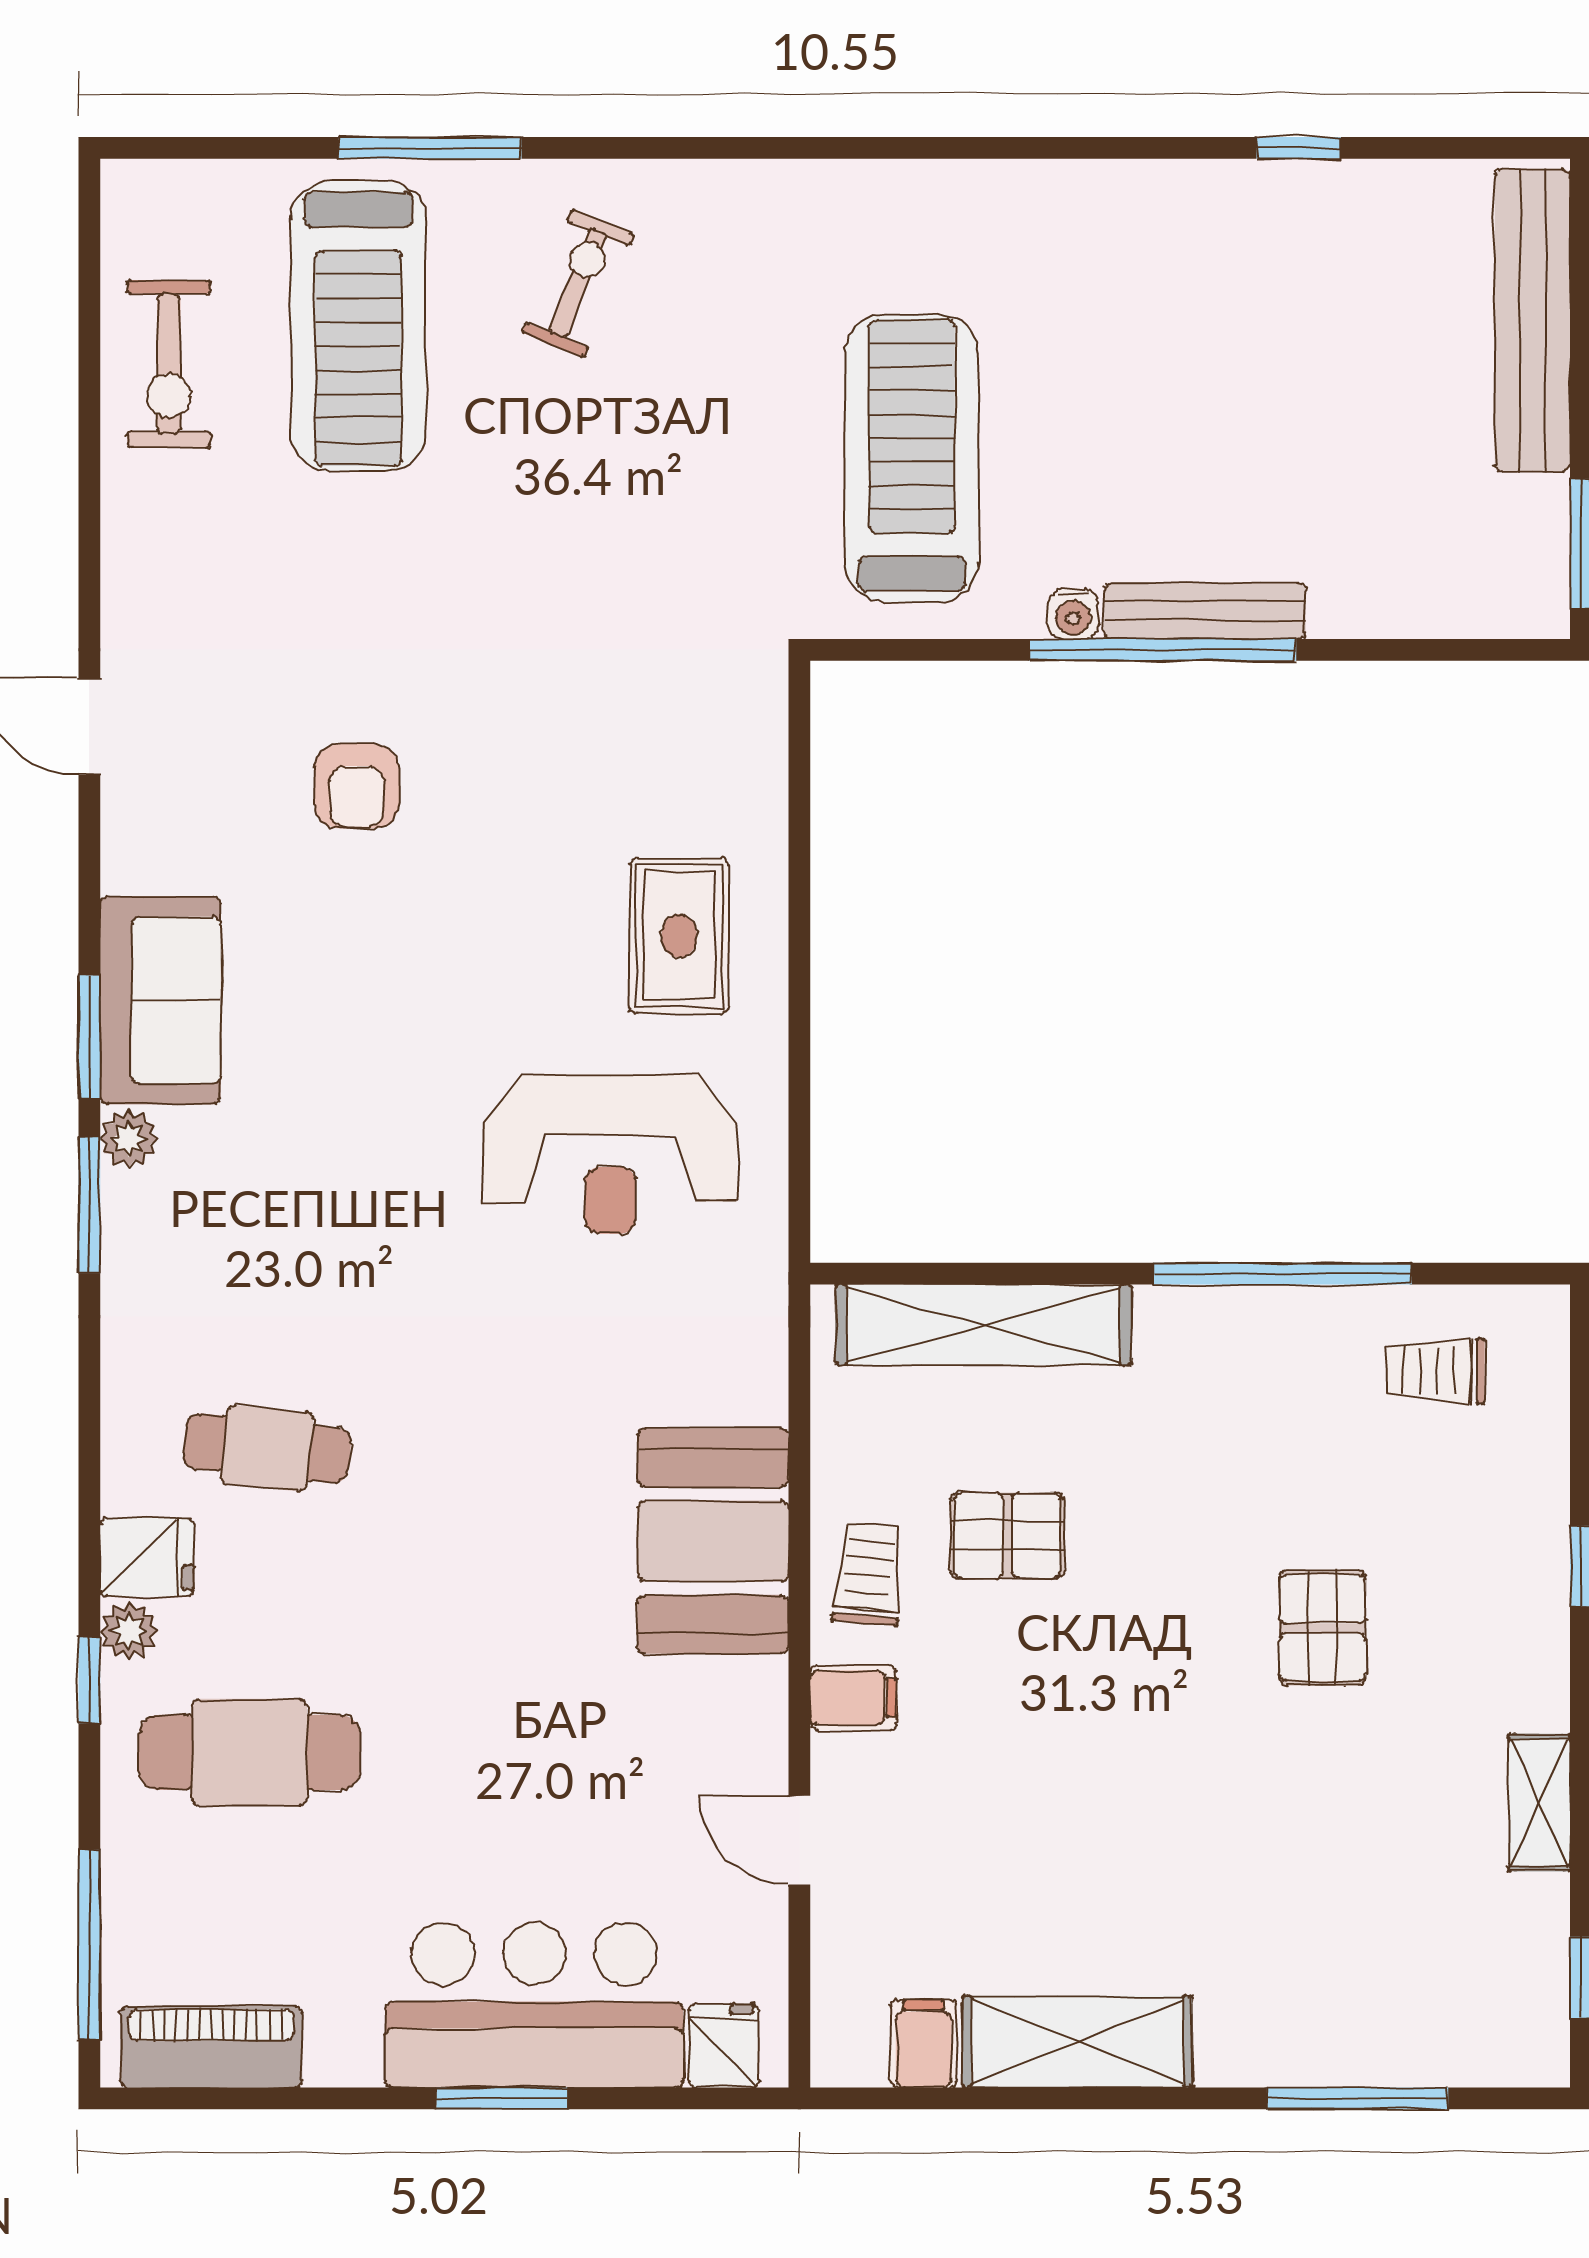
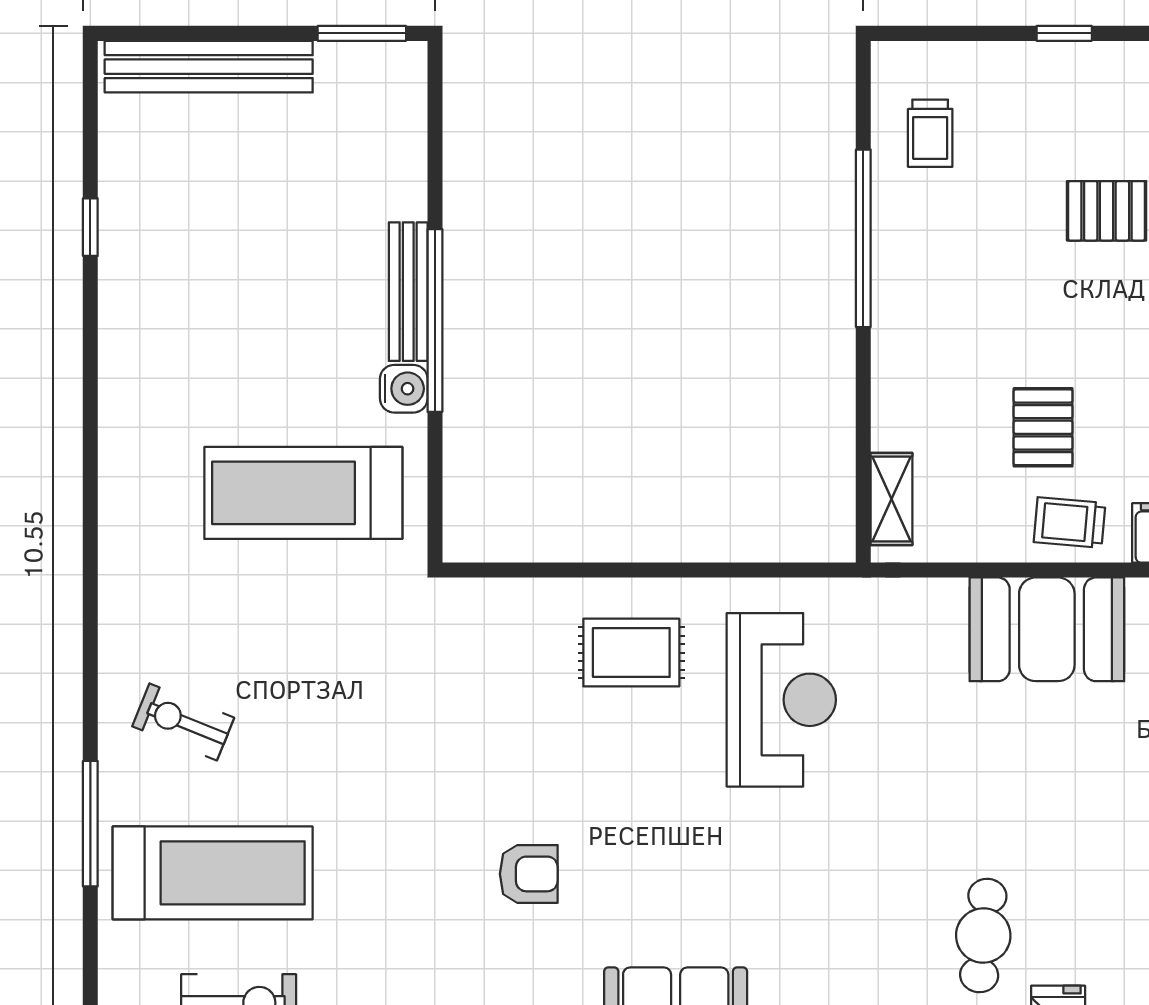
water cooler: (1073, 614) -> (404, 389), width x1.38, depth x1.38
shelving: (984, 1325) -> (892, 499), width x0.45, depth x0.75

